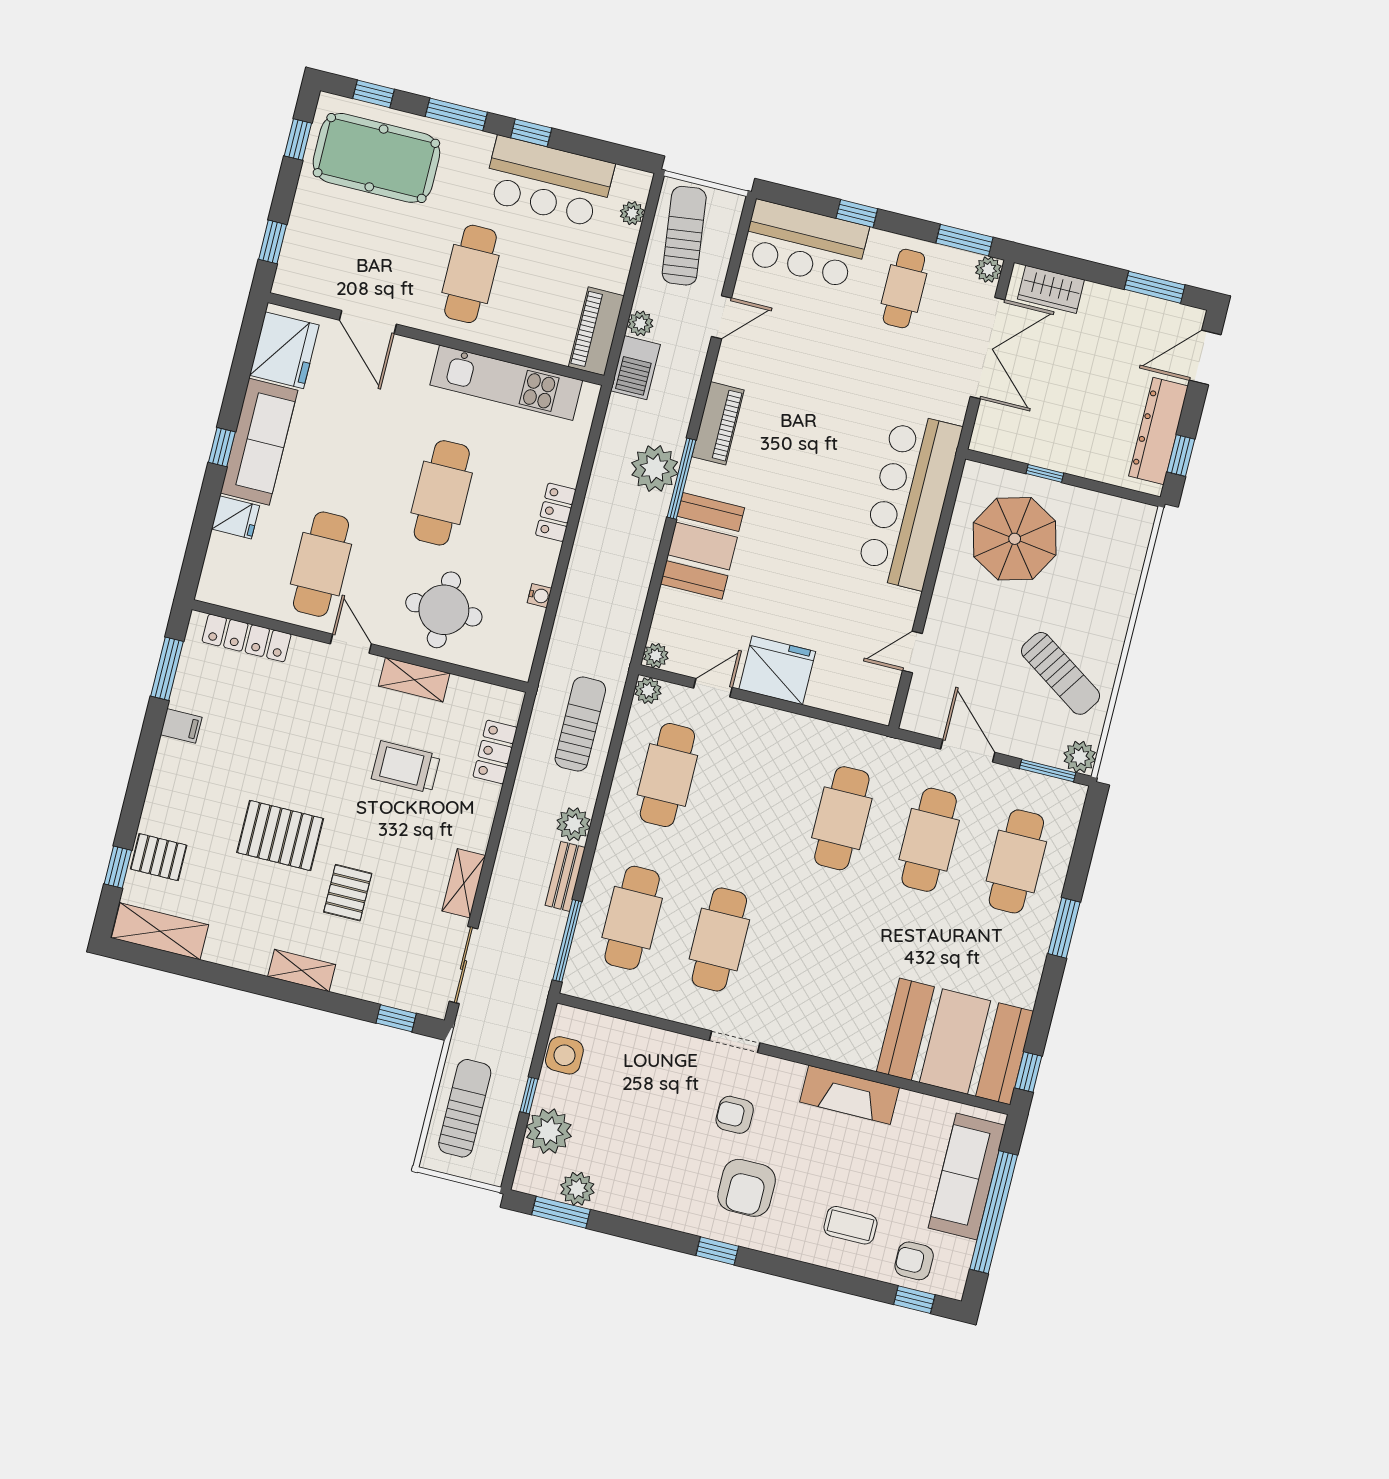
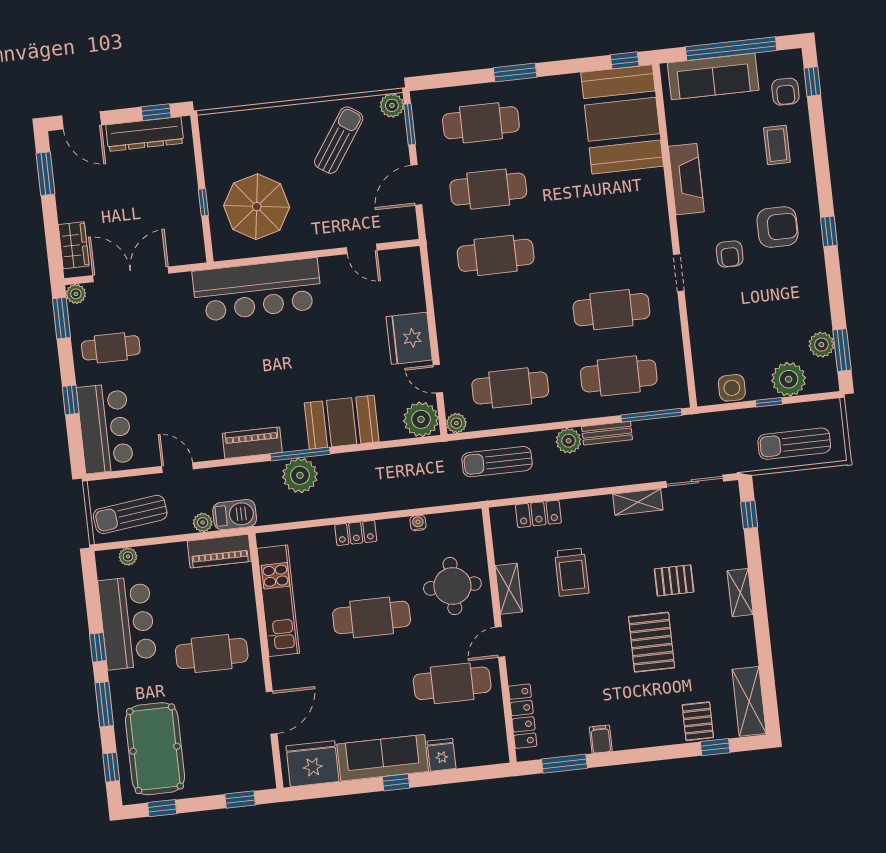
plant: (656, 656) -> (421, 419), width x1.87, depth x1.87

